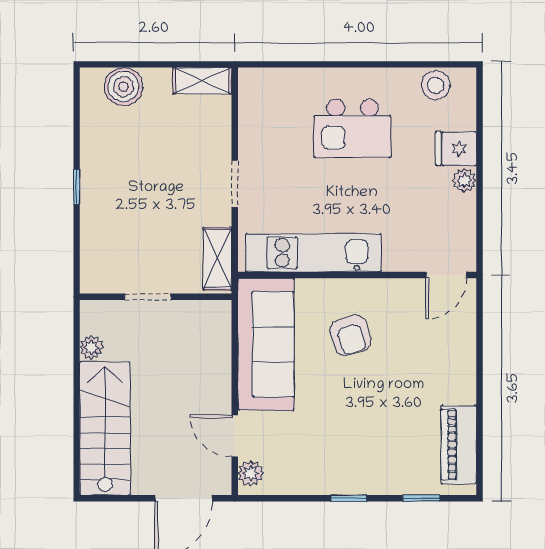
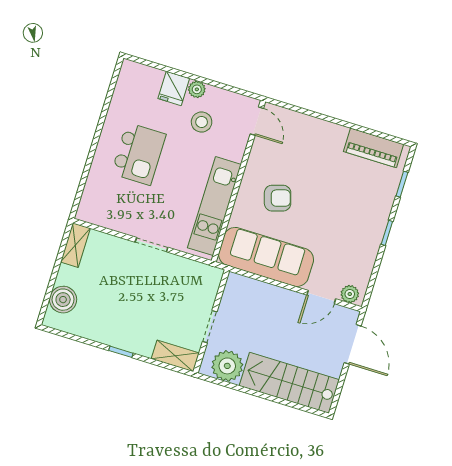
stool: (436, 85) -> (202, 122), moved
shelving: (217, 259) -> (175, 356), moved
plant: (92, 347) -> (227, 366), width x1.87, depth x1.87

